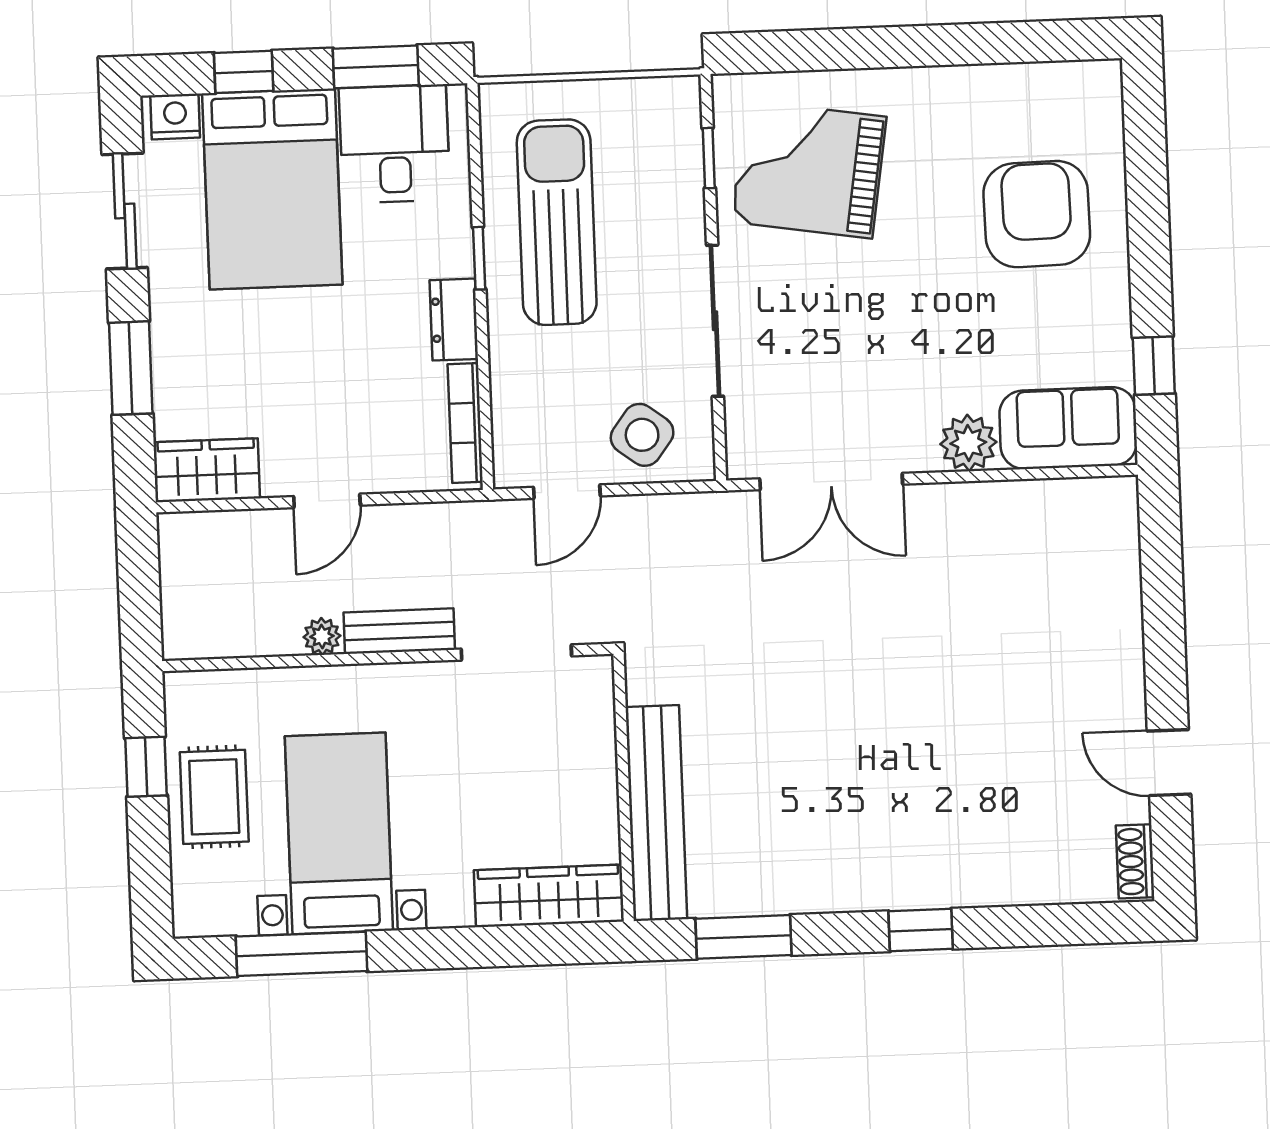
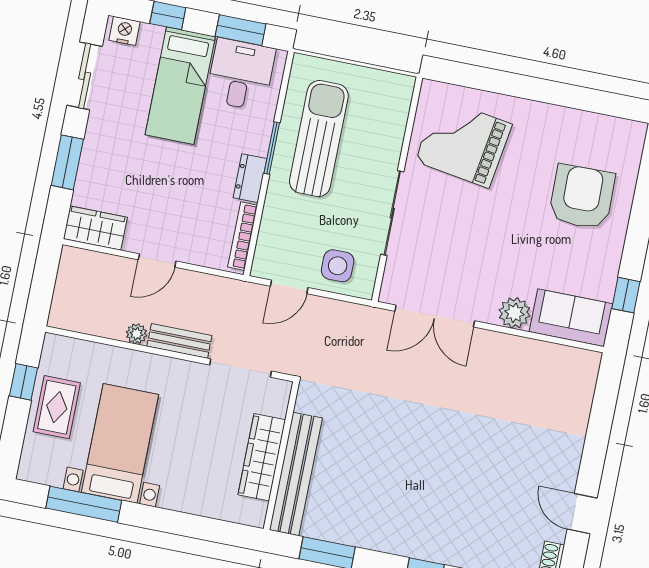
window: (709, 158) -> (410, 123), removed
bed: (272, 189) -> (180, 86), width x0.67
window: (479, 258) -> (272, 148), width x1.50
side table: (642, 435) -> (338, 266), turned -37
wardrobe: (549, 896) -> (262, 457), moved, turned -90

